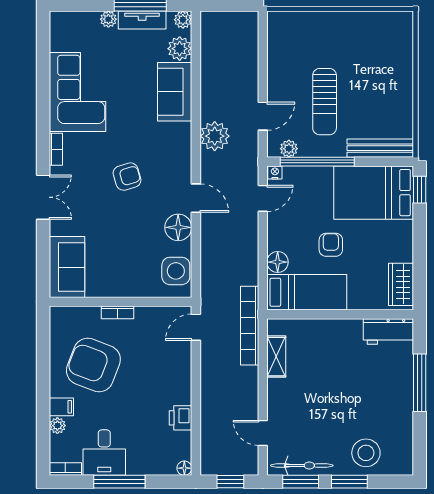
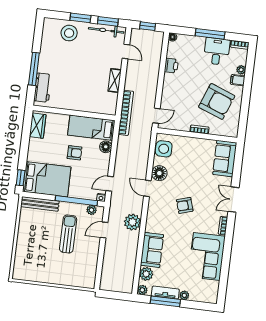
armchair: (331, 245) -> (74, 153), turned -90
workbench: (388, 331) -> (43, 88), moved, turned 90
shelving: (276, 357) -> (115, 80), moved

